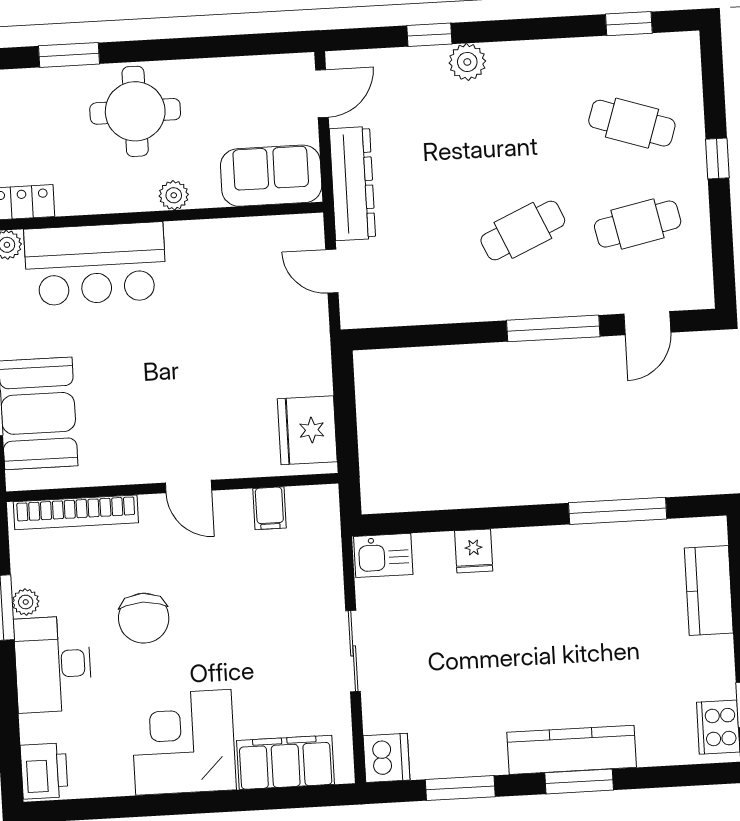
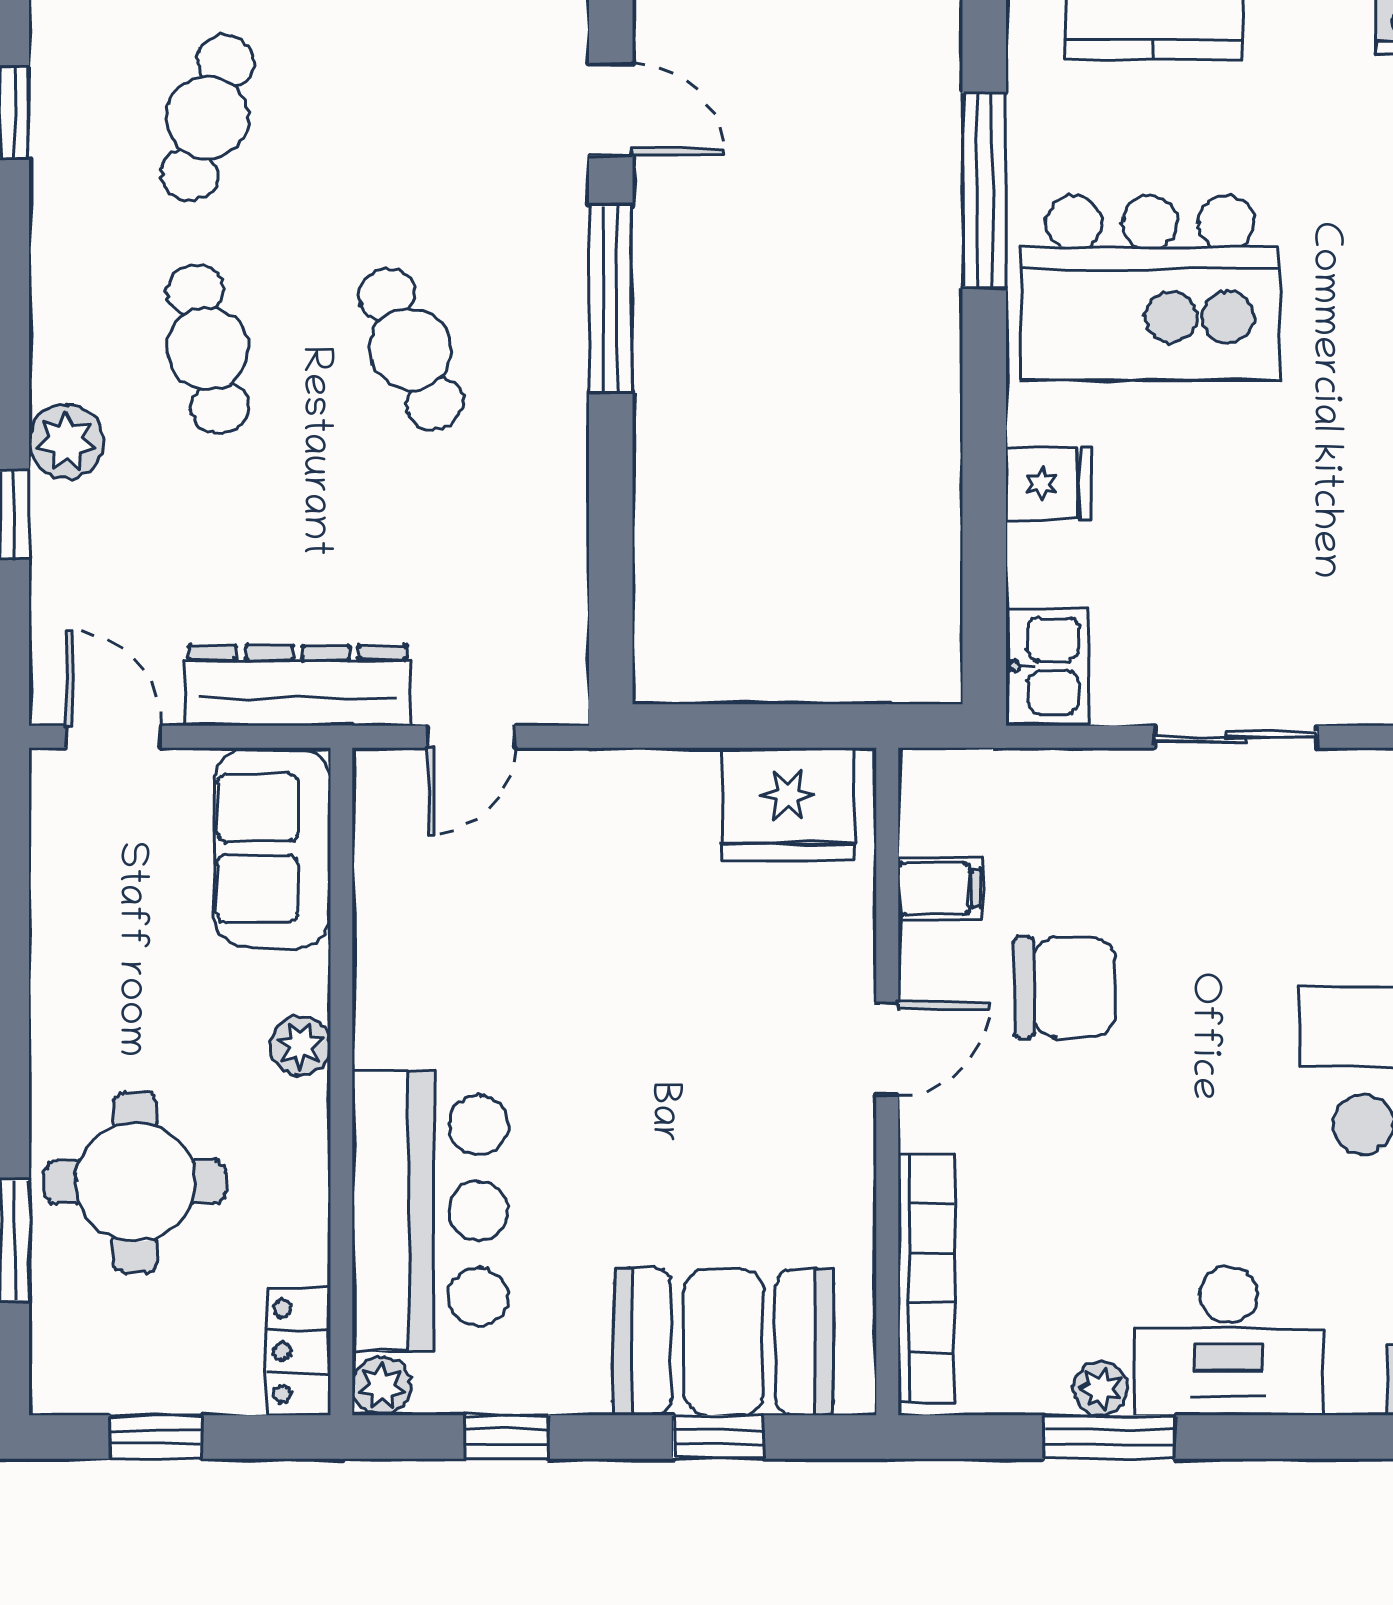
round table: (135, 111) -> (135, 1182), moved
cafe table: (638, 224) -> (207, 349), moved
kitchen island: (574, 596) -> (1150, 288), added
chair: (144, 618) -> (1065, 987), moved

